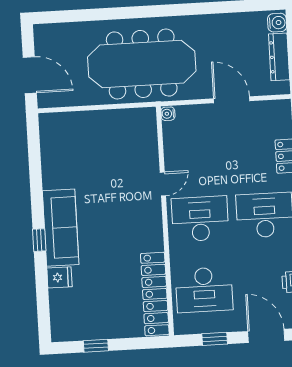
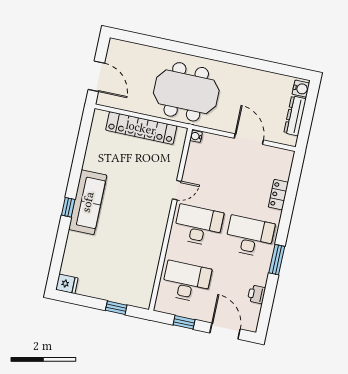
meeting table: (142, 64) -> (186, 92), width x0.73
fridge: (59, 277) -> (67, 284), moved
desk: (204, 290) -> (186, 282), turned 180
locker: (155, 294) -> (141, 128), moved, turned -90
window: (96, 346) -> (116, 308), moved

